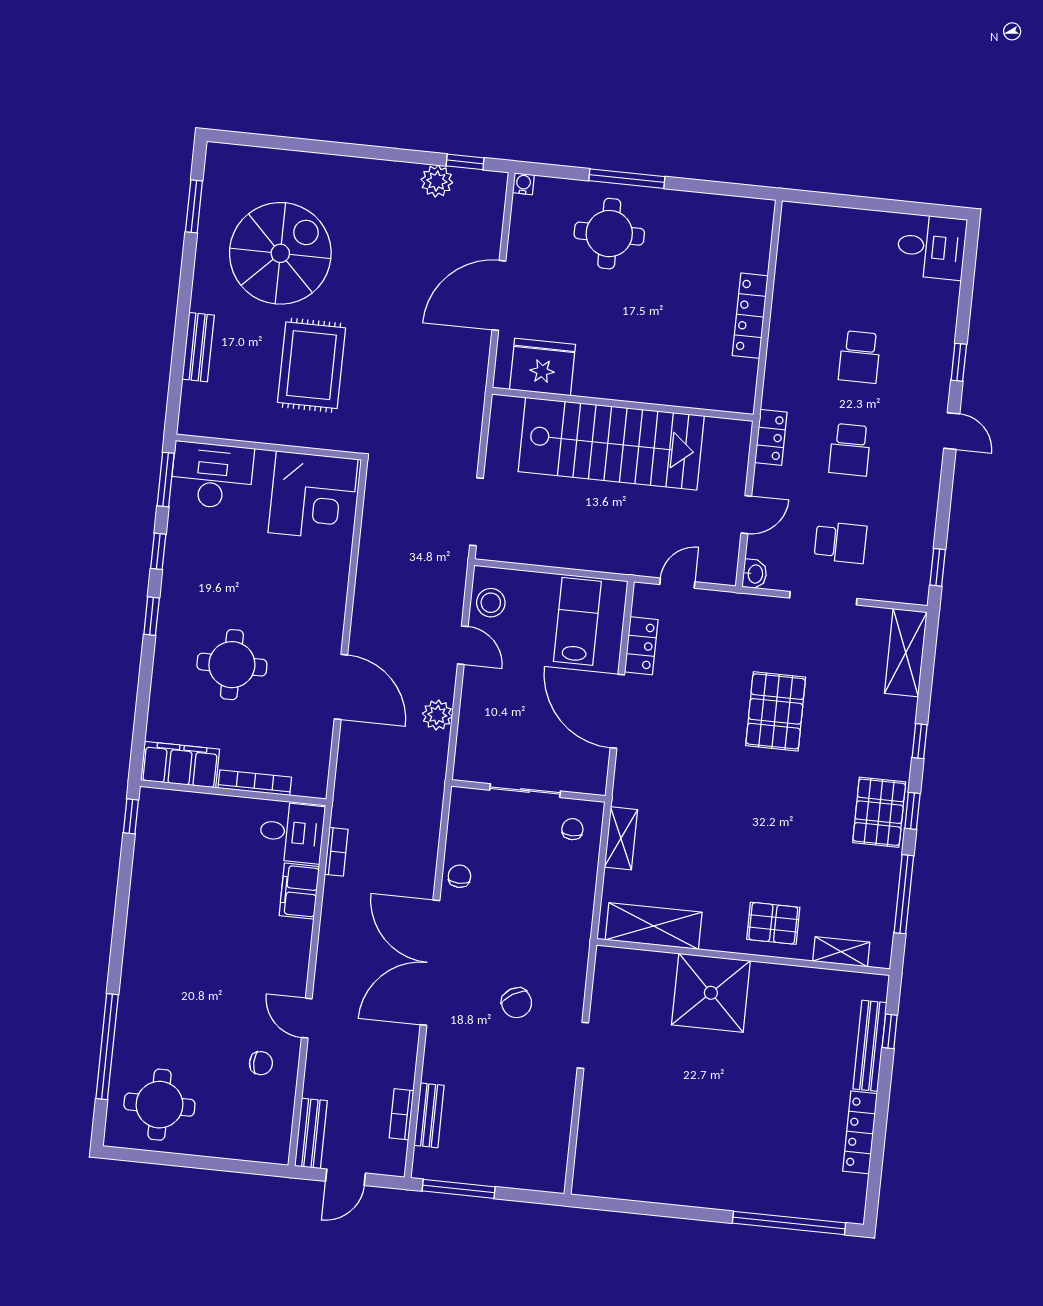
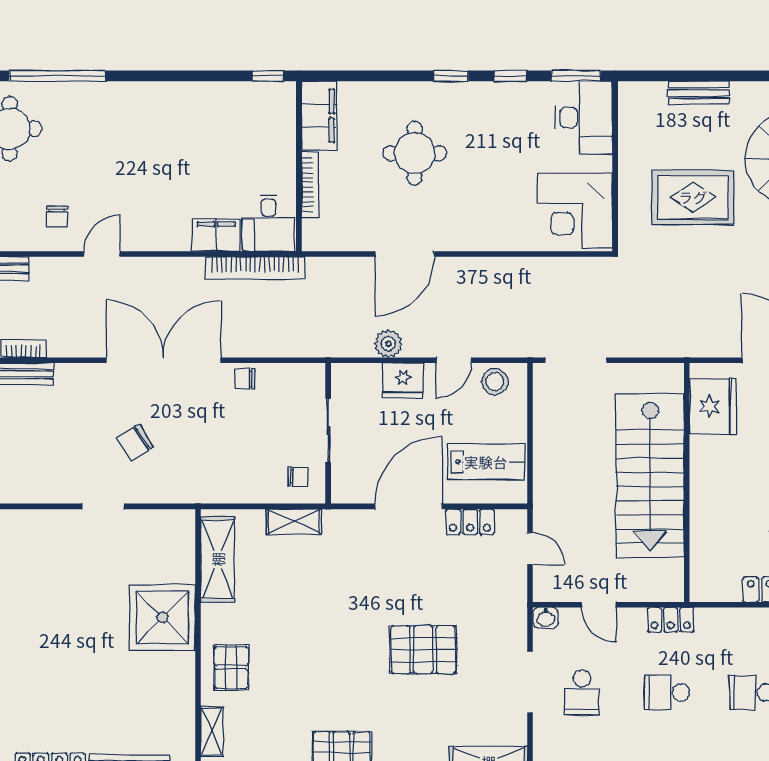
fridge: (479, 703) -> (403, 380), added
bookcase: (336, 852) -> (255, 268), width x2.31, depth x1.31
chair: (459, 876) -> (244, 379), turned 180

